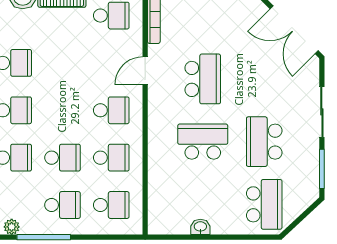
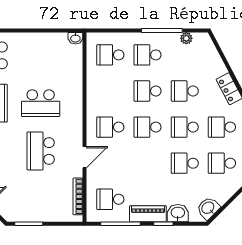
school desk: (111, 158) -> (148, 127), moved
washbasin: (200, 227) -> (75, 38), moved

